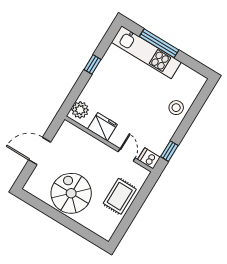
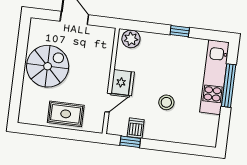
stool: (176, 108) -> (166, 102), moved
fridge: (102, 127) -> (123, 83), moved
dishwasher: (149, 158) -> (136, 128), moved

